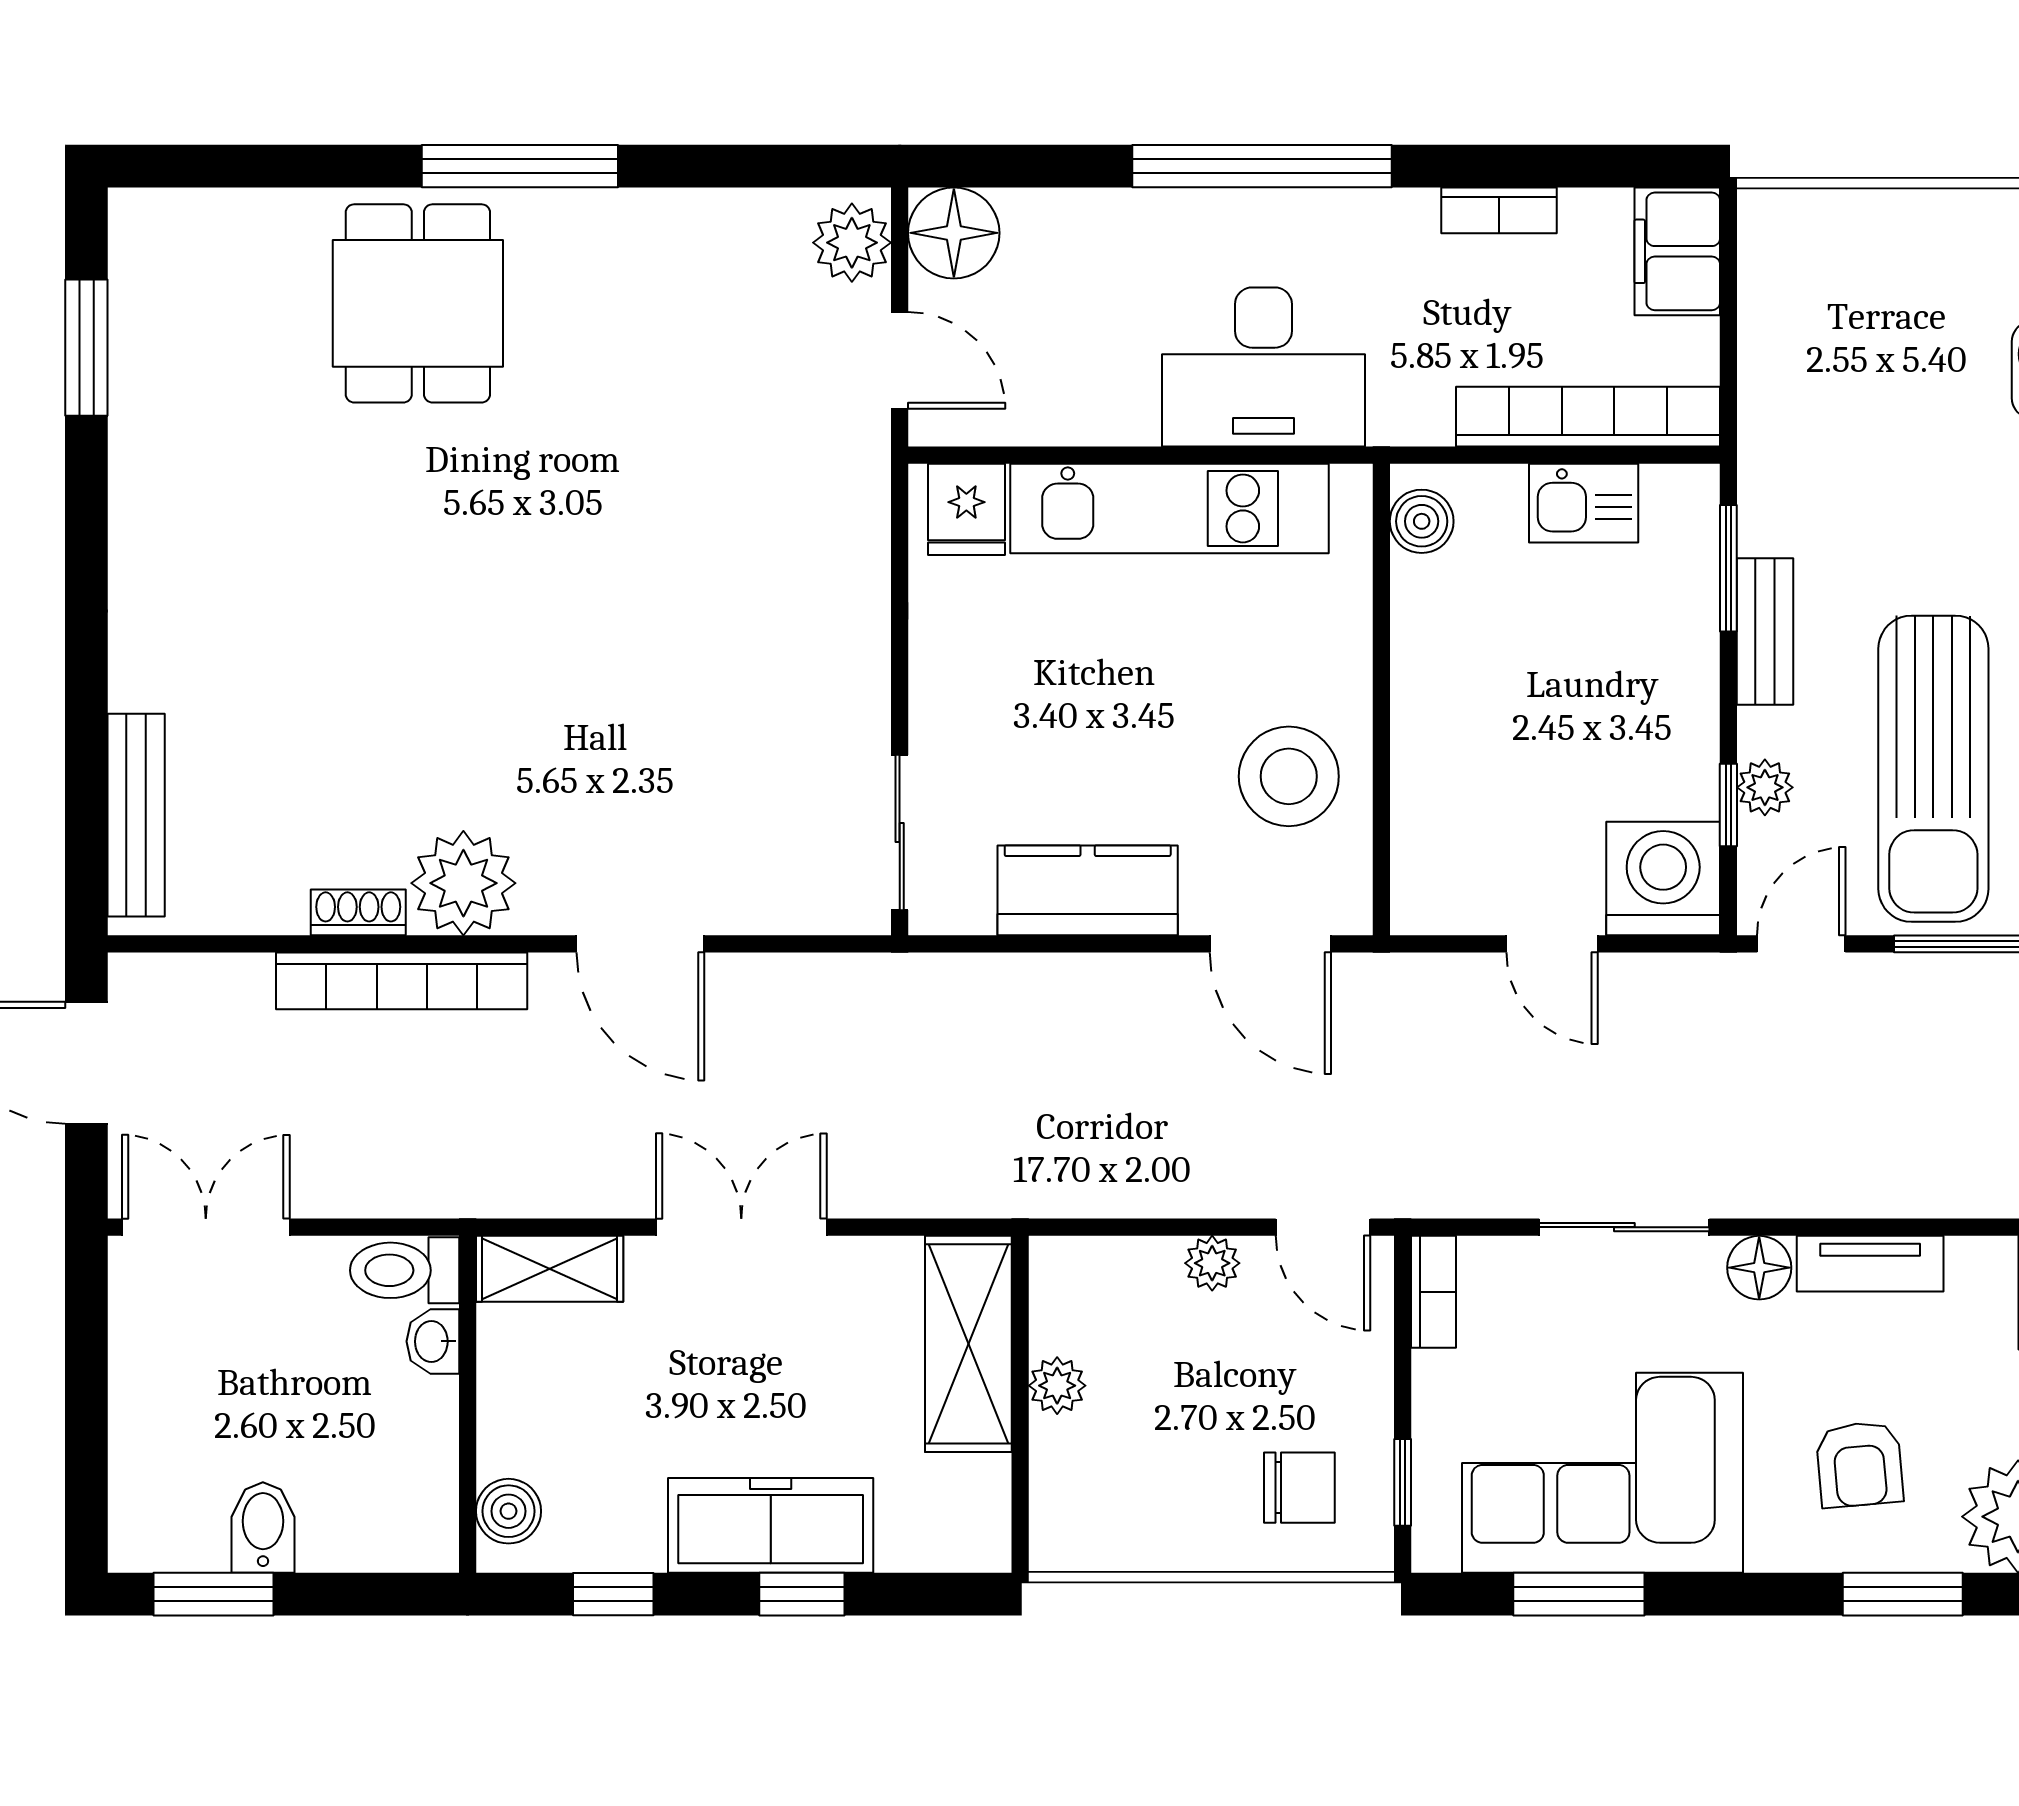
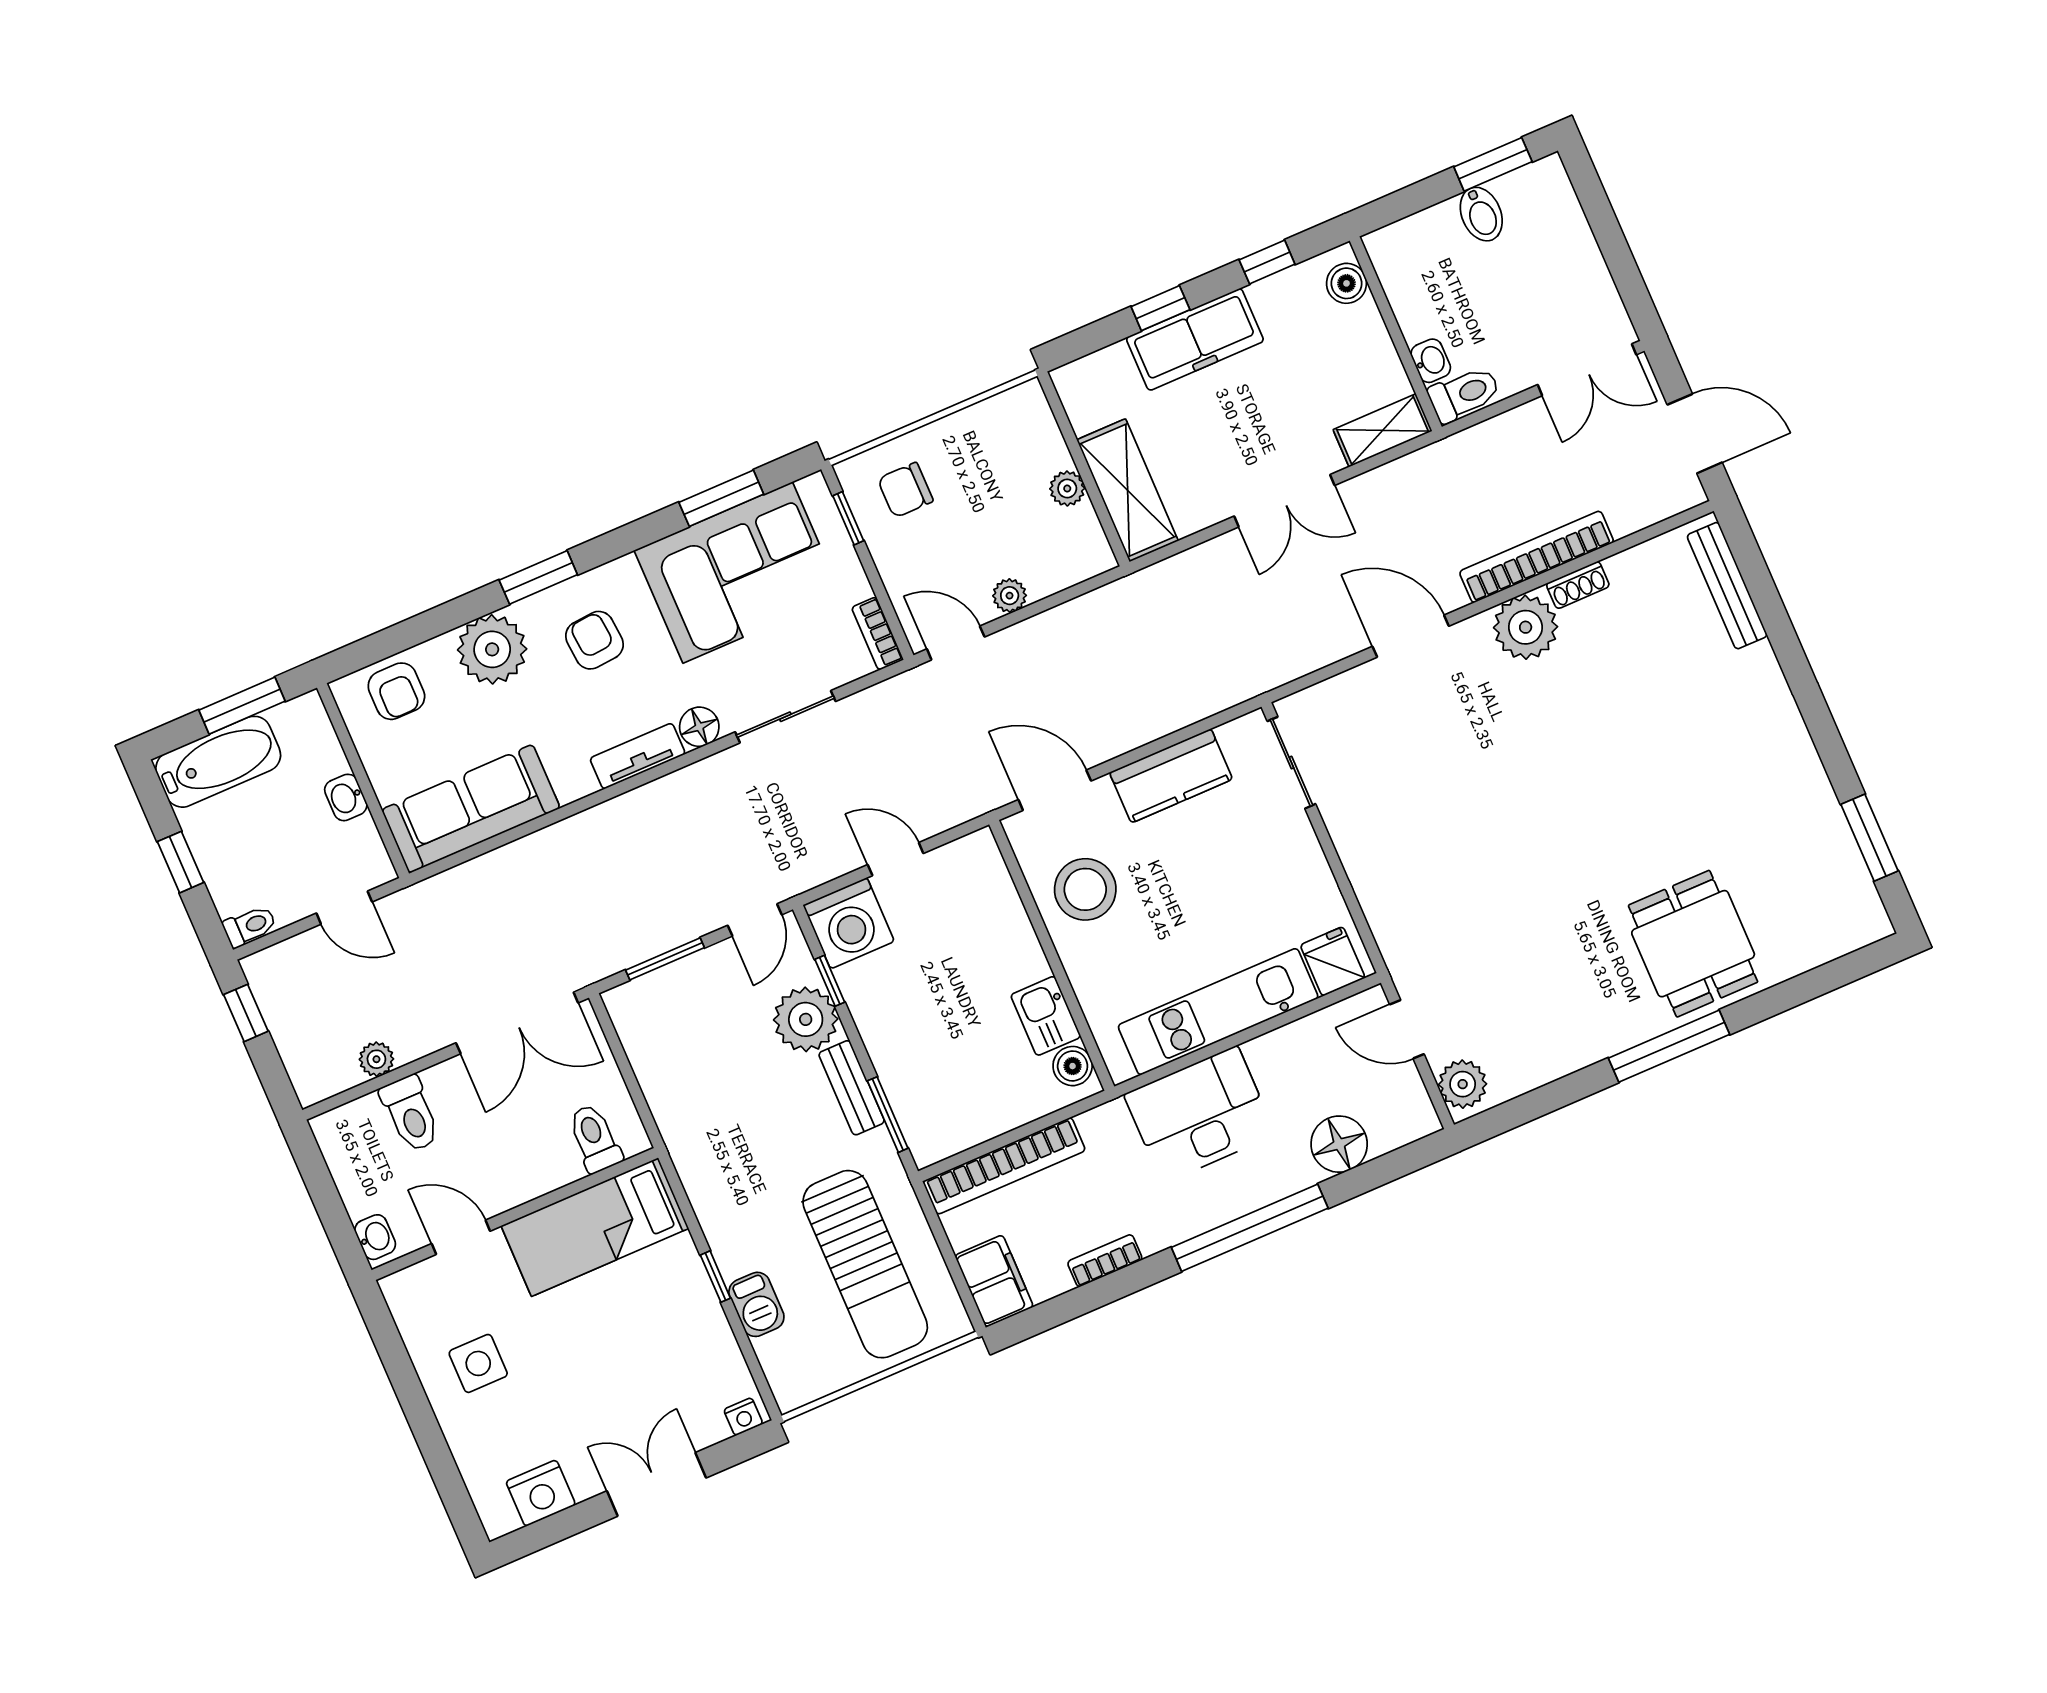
floor lamp: (954, 233) -> (1339, 1144), moved
kitchen sink: (1584, 503) -> (1046, 1016), moved, turned -90
sun lounger: (1933, 769) -> (865, 1264), moved, turned 180
plant: (1765, 787) -> (806, 1019), width x1.88, depth x1.88

